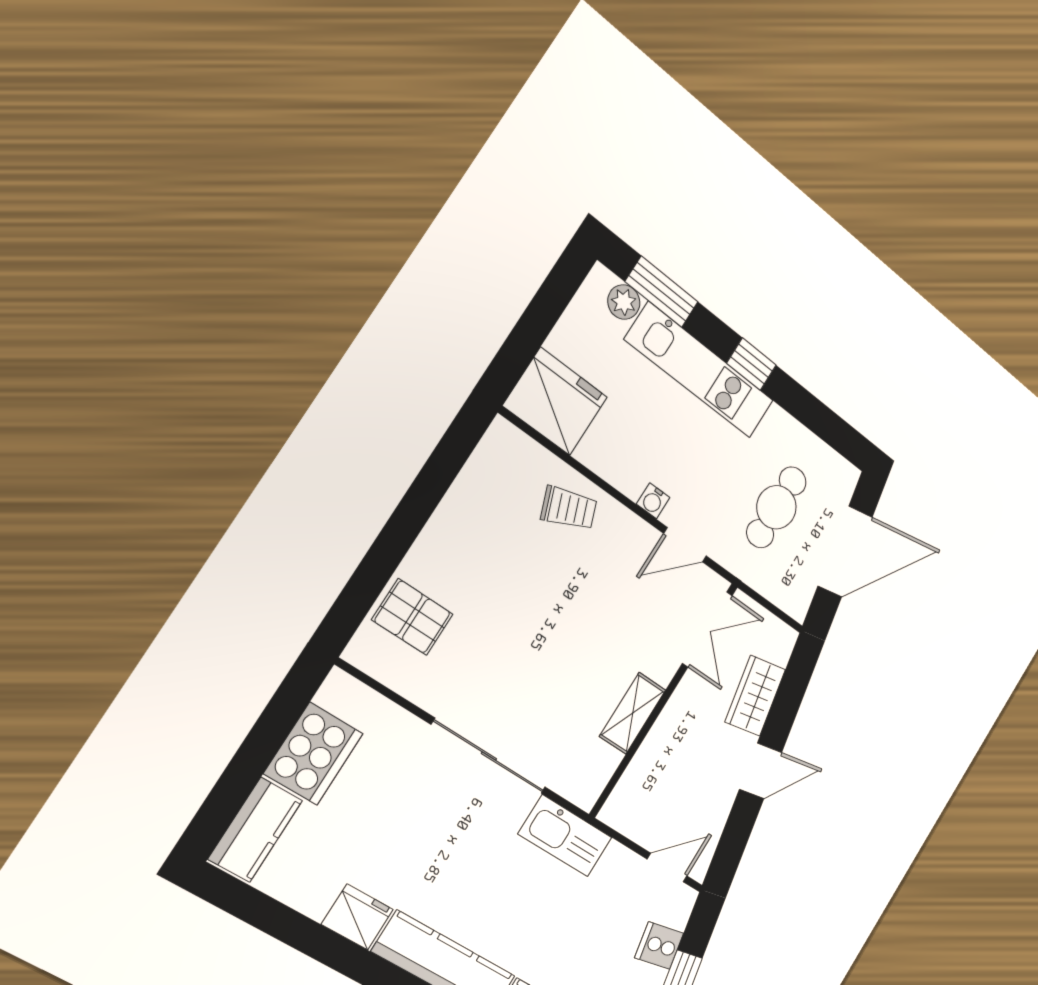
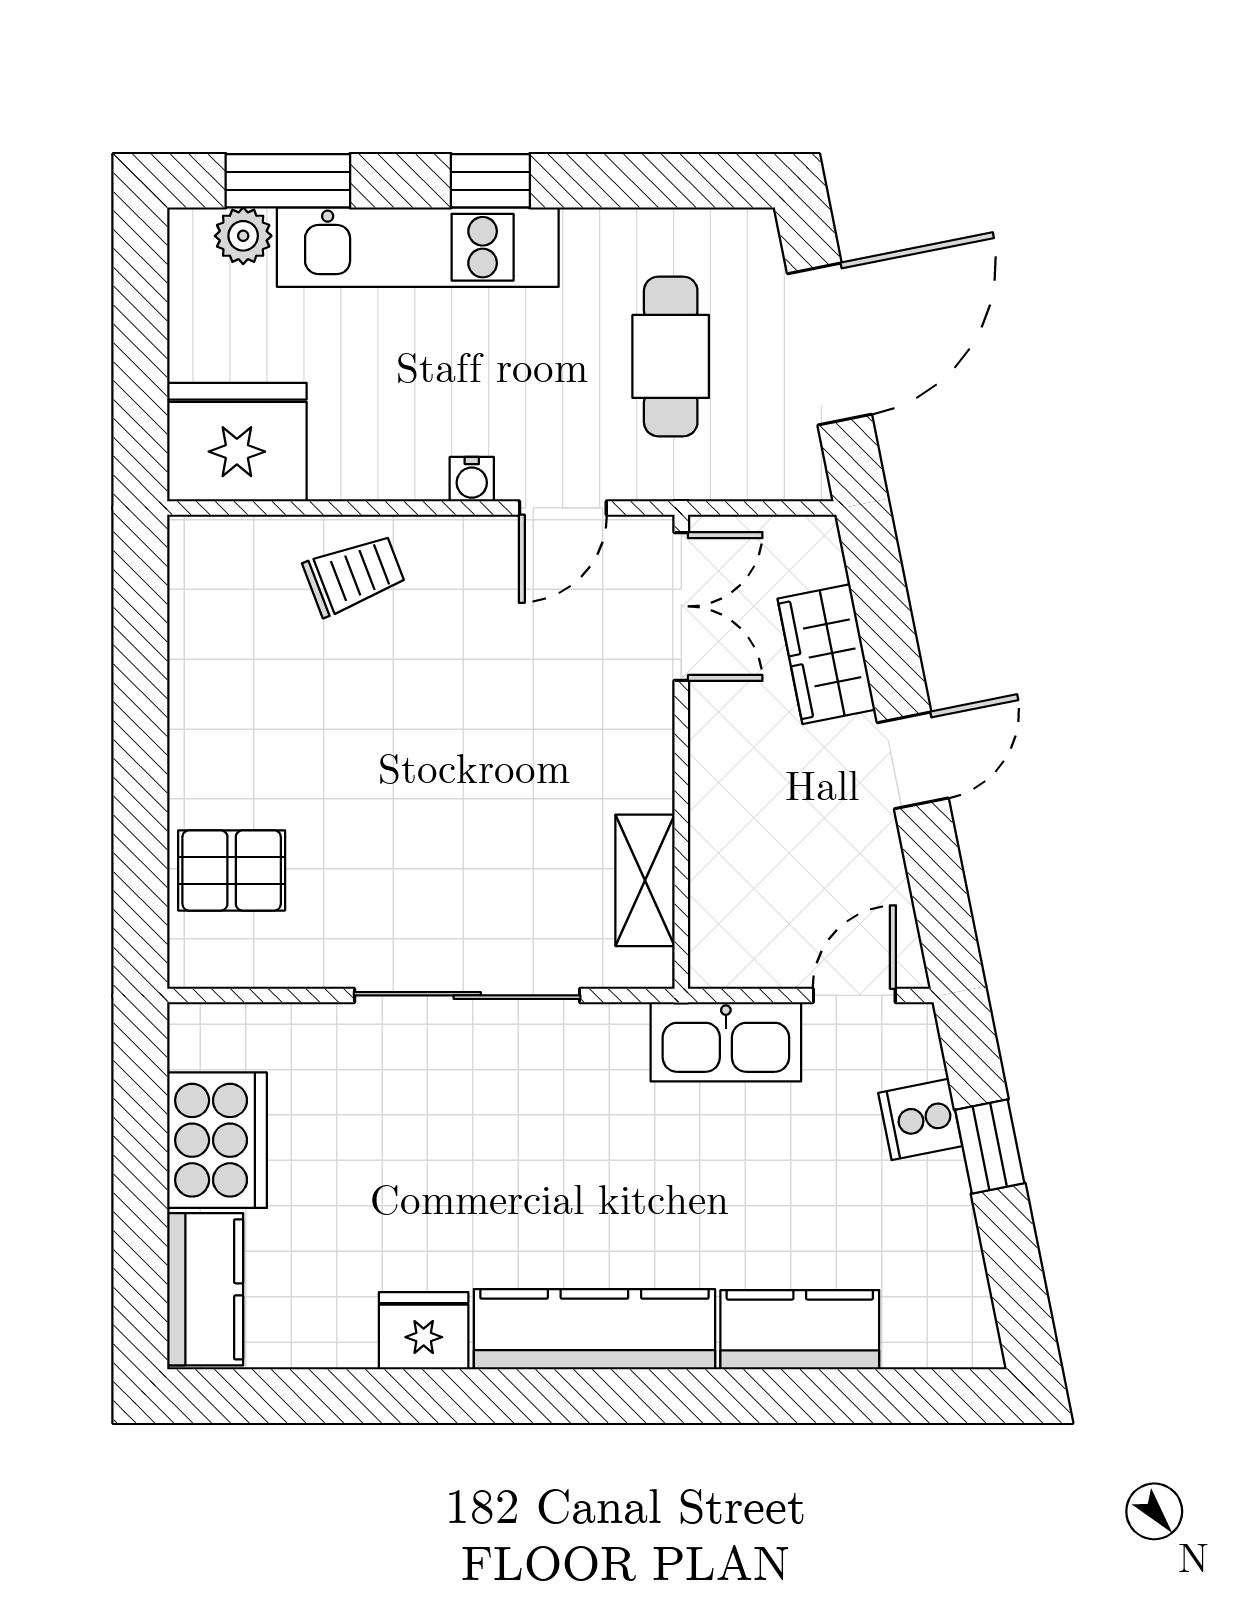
shelving: (633, 713) -> (645, 880), moved
kitchen sink: (565, 836) -> (726, 1042), moved

